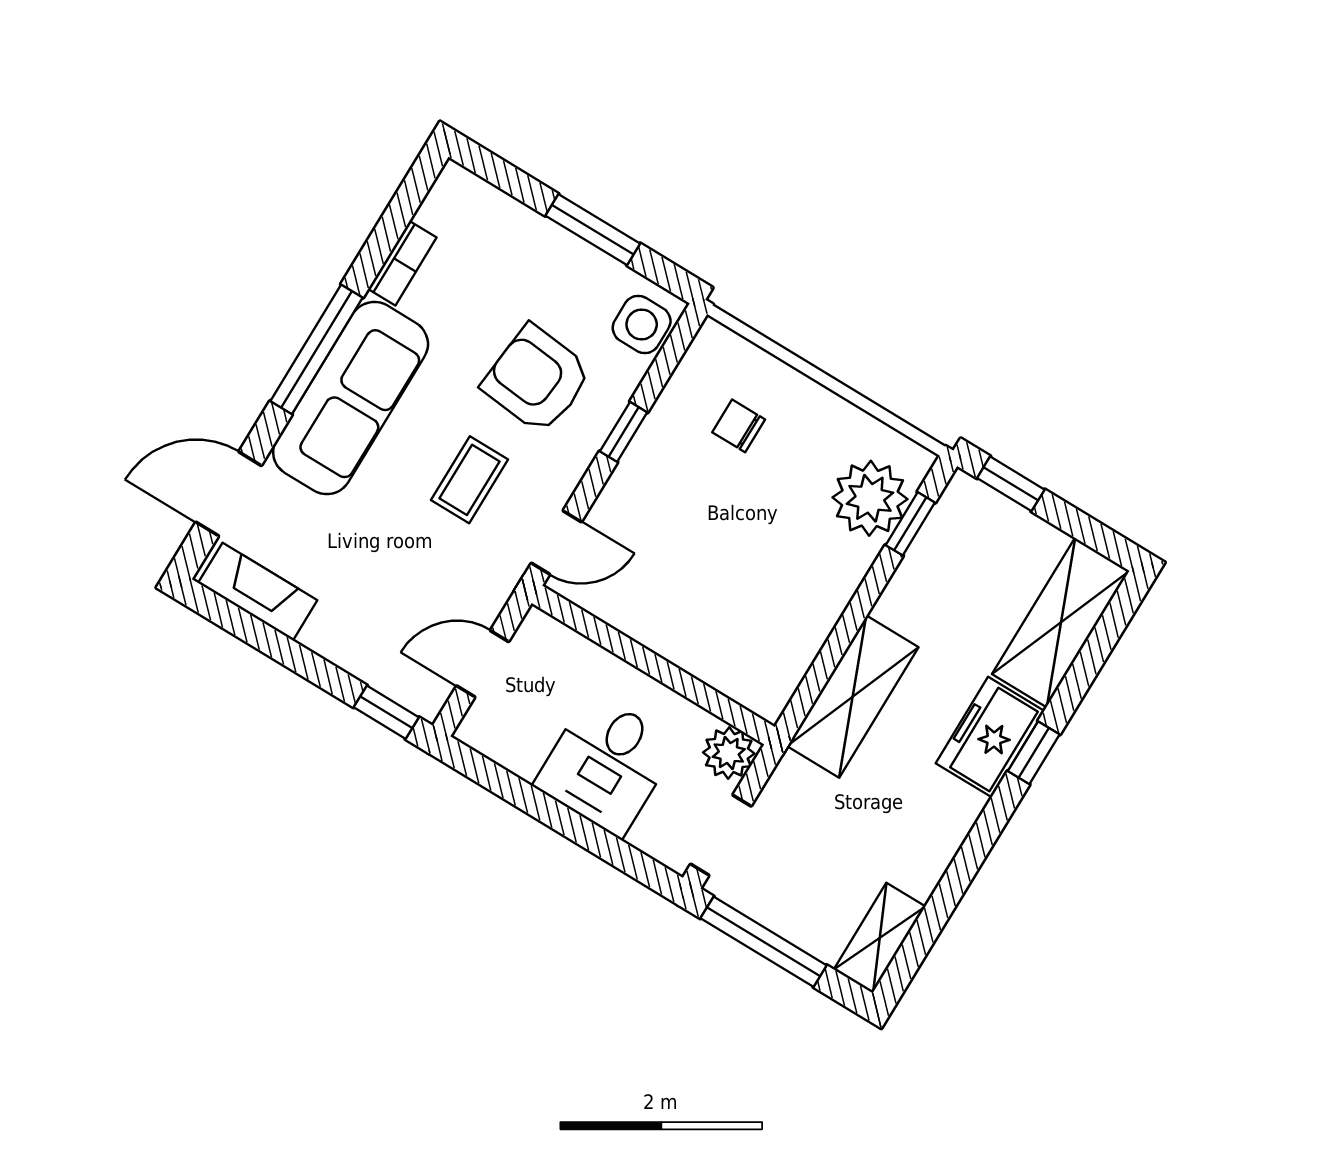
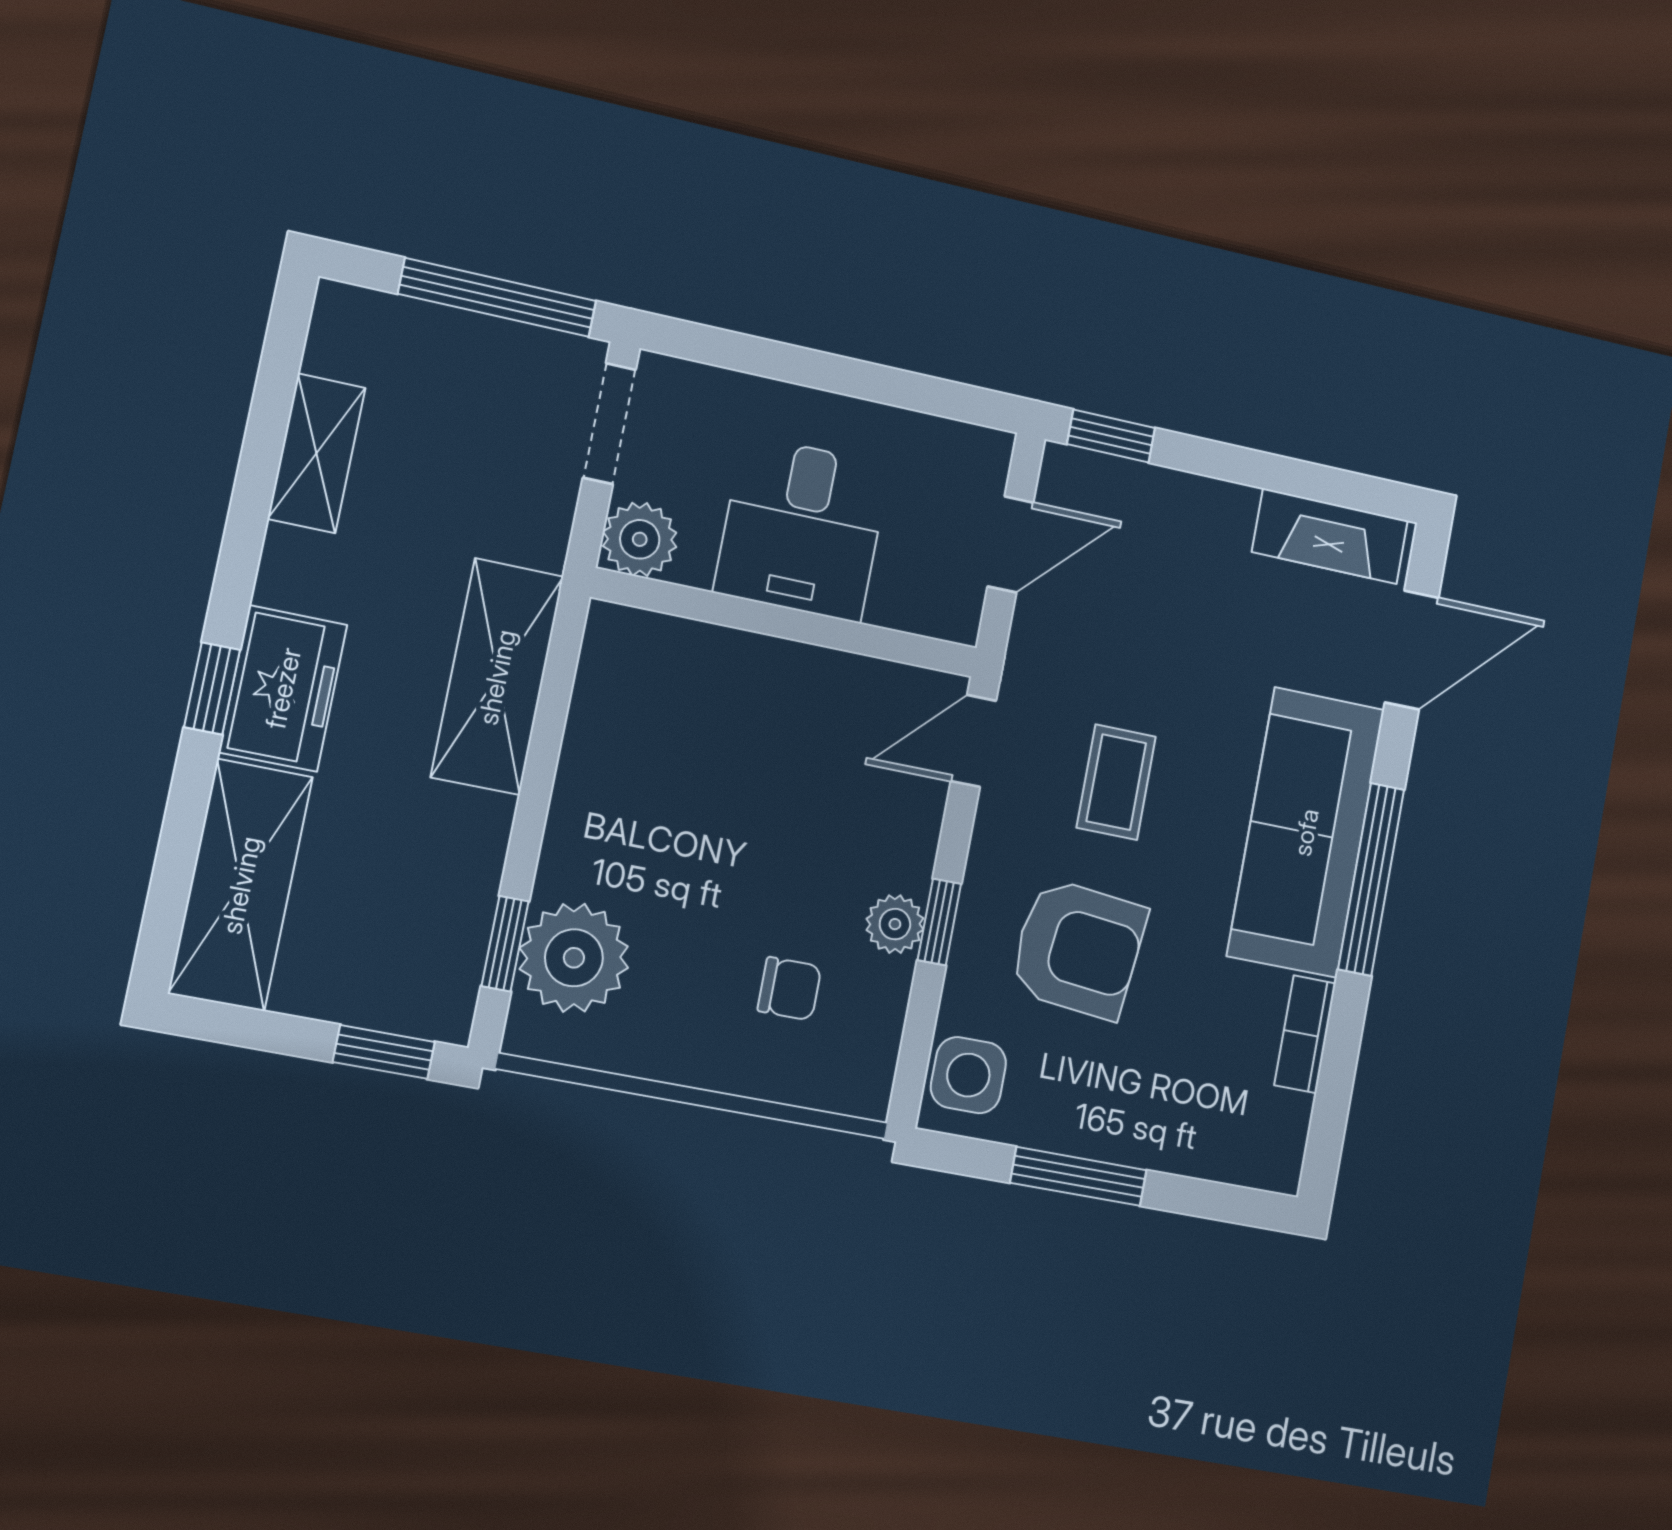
plant: (654, 442) -> (895, 924), added
desk: (606, 764) -> (802, 529), moved, turned 180
shelving: (880, 938) -> (317, 453), moved

